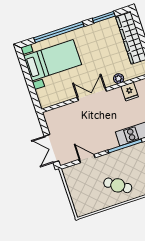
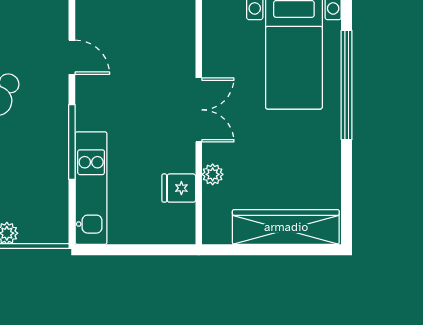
window: (104, 17) -> (347, 185), removed
door: (87, 159) -> (72, 57), hinge flipped

